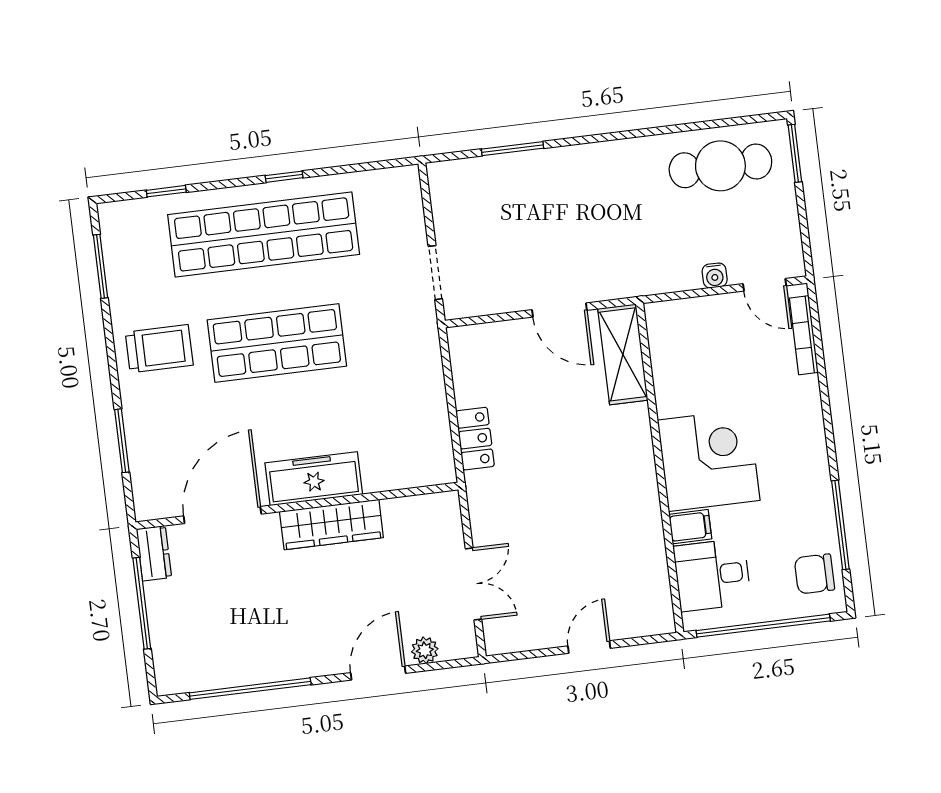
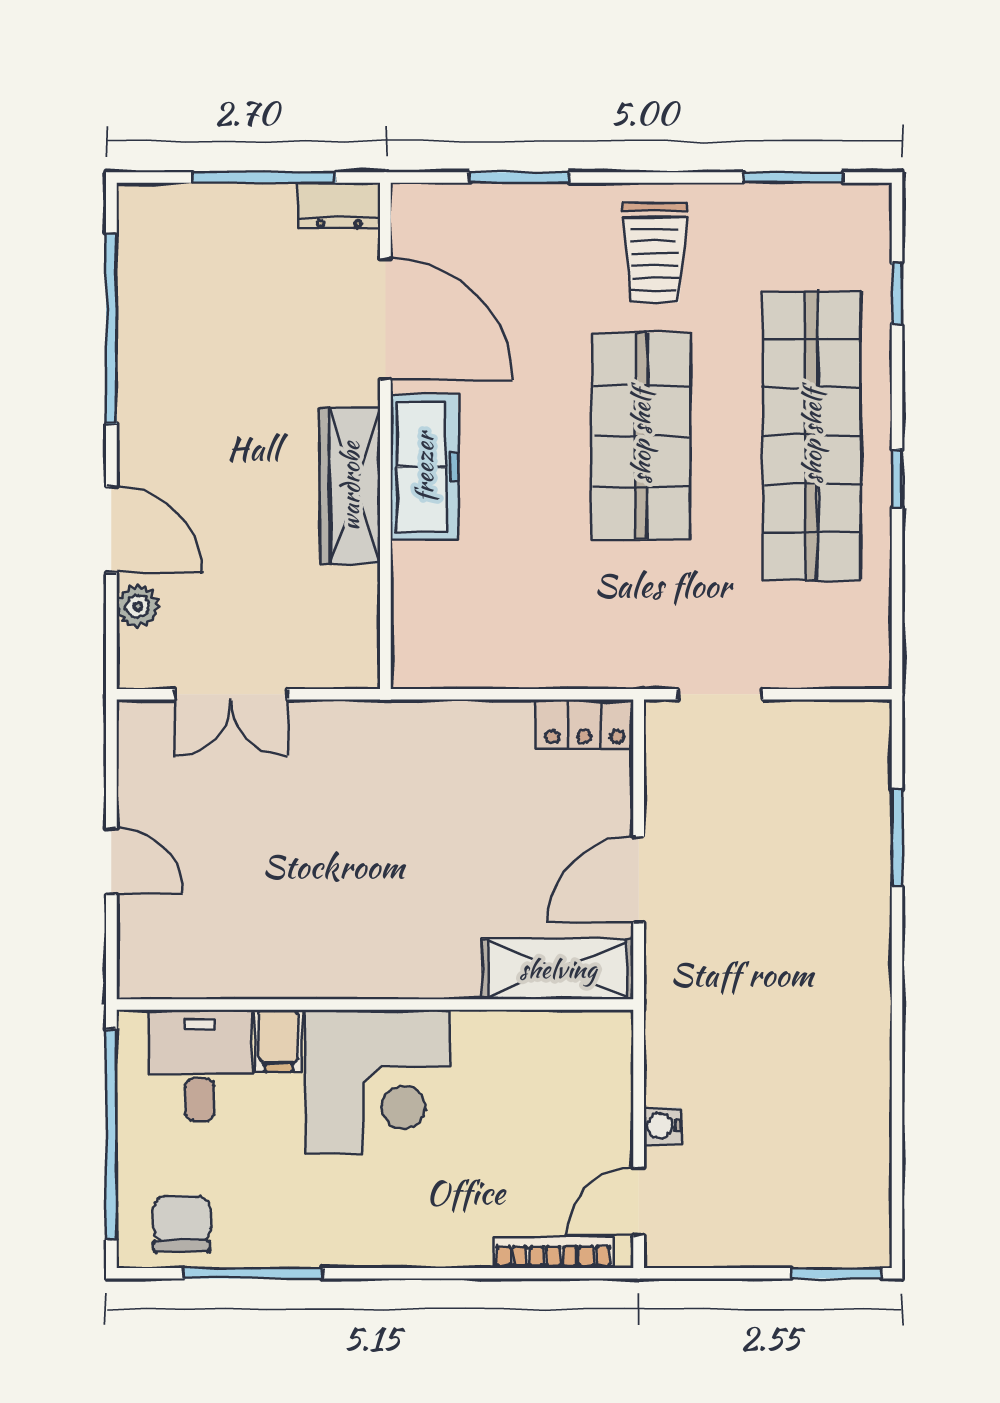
cafe table: (720, 166) -> (831, 1156), removed
locker: (475, 439) -> (584, 724), moved

